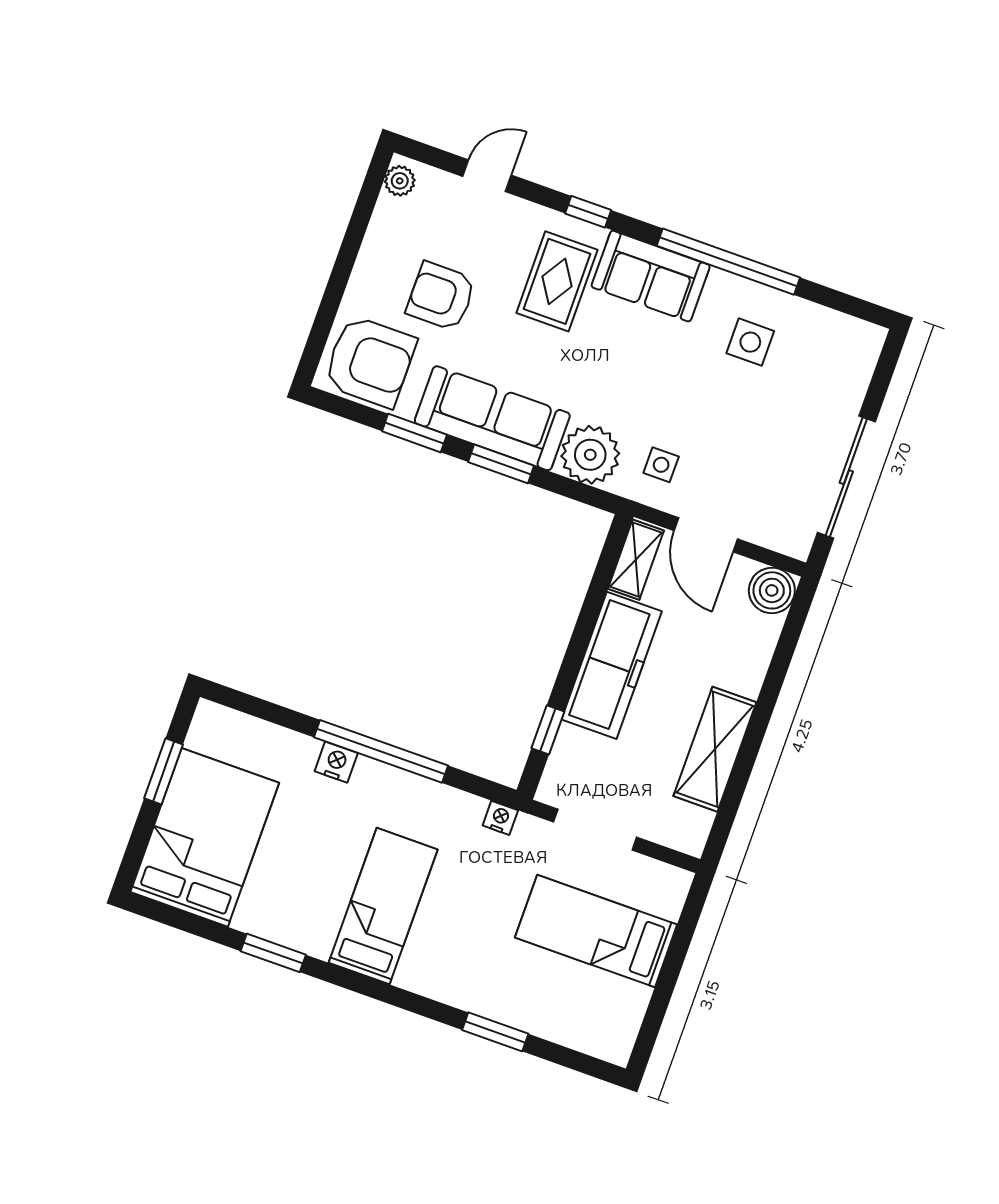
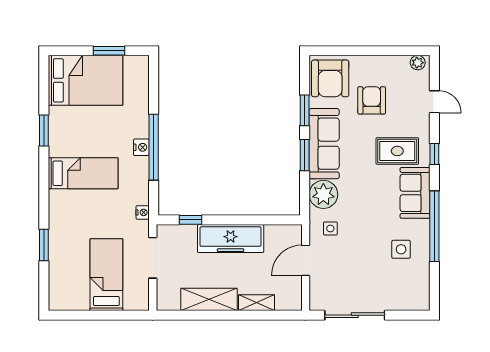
shelving: (636, 560) -> (257, 303), moved
boiler: (772, 590) -> (291, 300), removed
nightstand: (336, 762) -> (141, 147), moved

